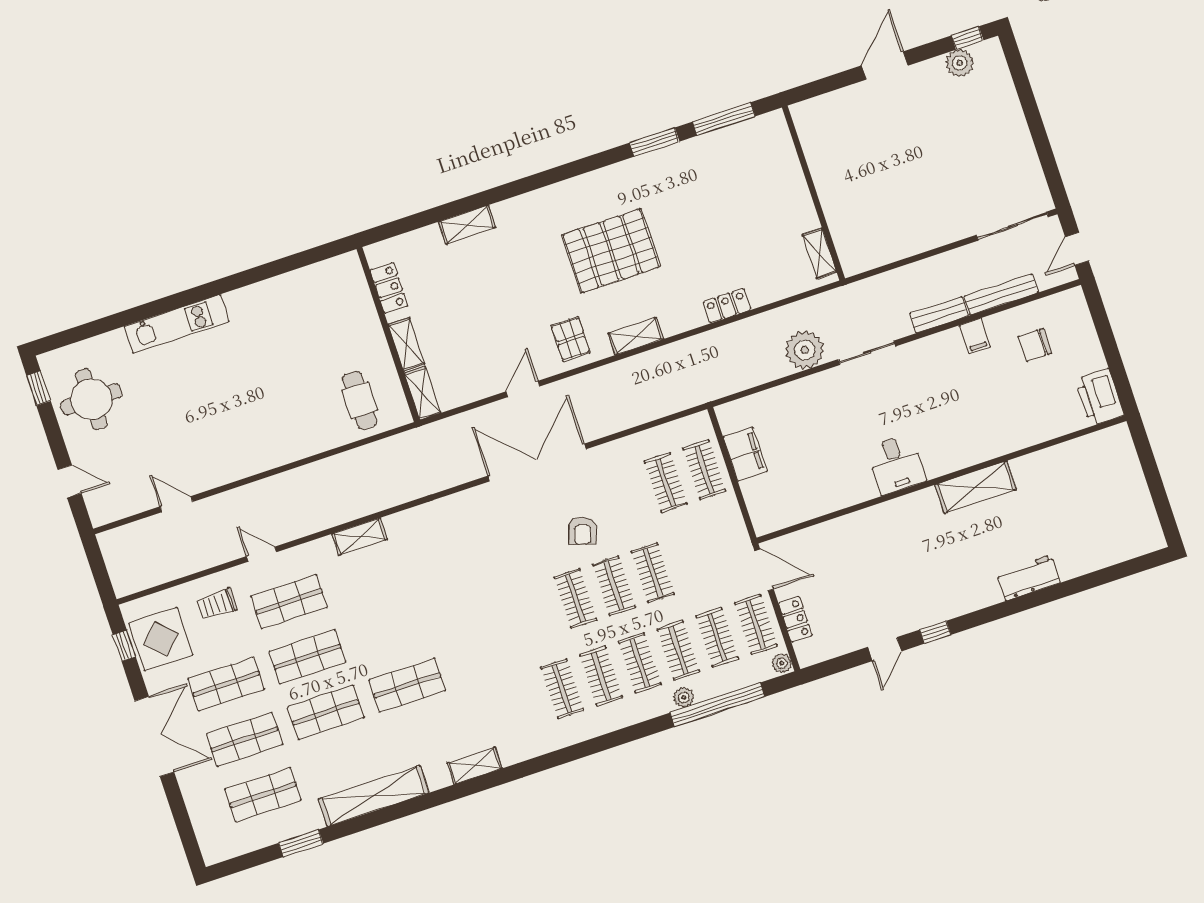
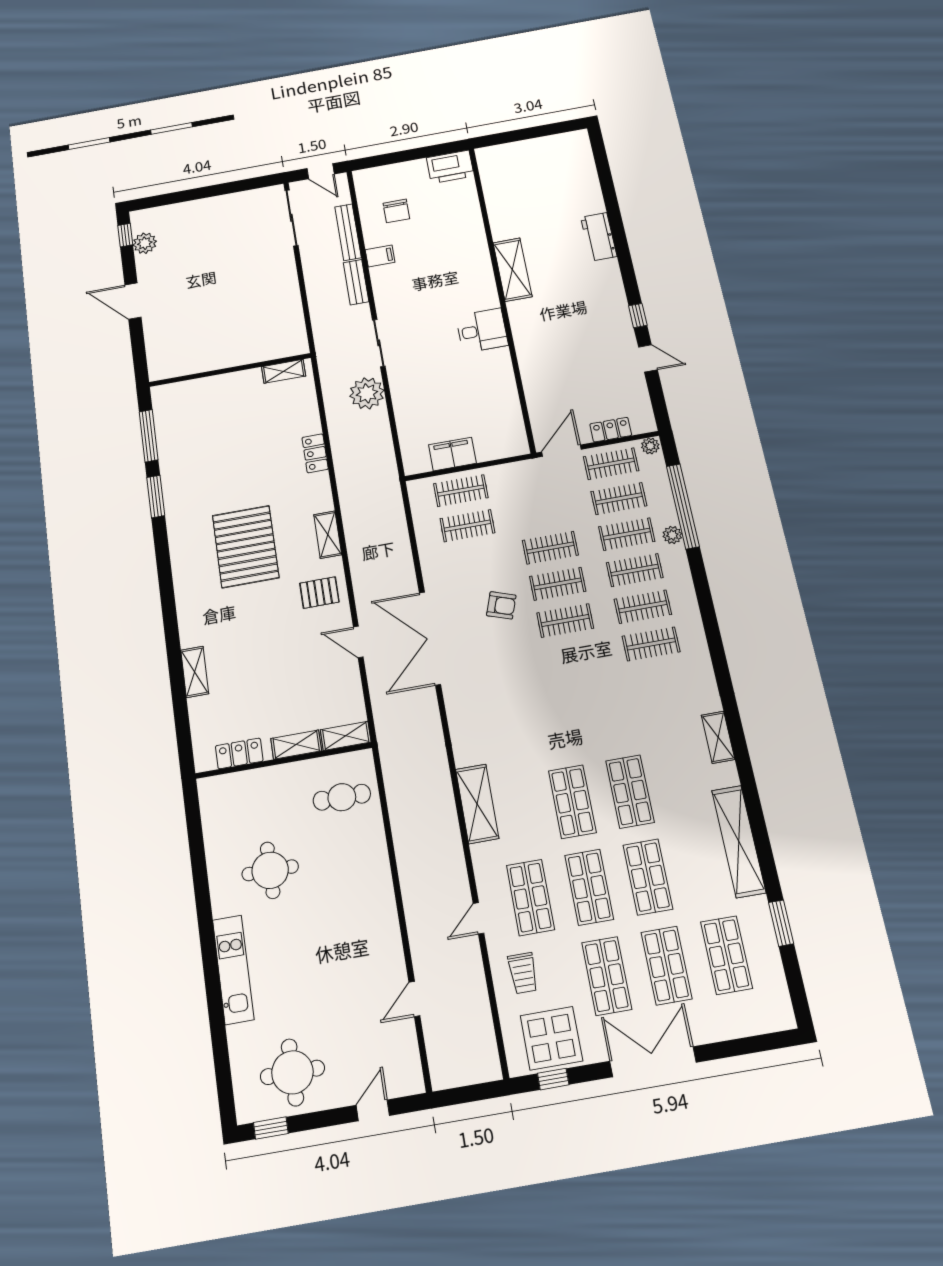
round table: (277, 342) -> (270, 870), added
shelving: (360, 537) -> (477, 804), width x1.50, depth x1.33
shop shelf: (389, 630) -> (572, 802), added

